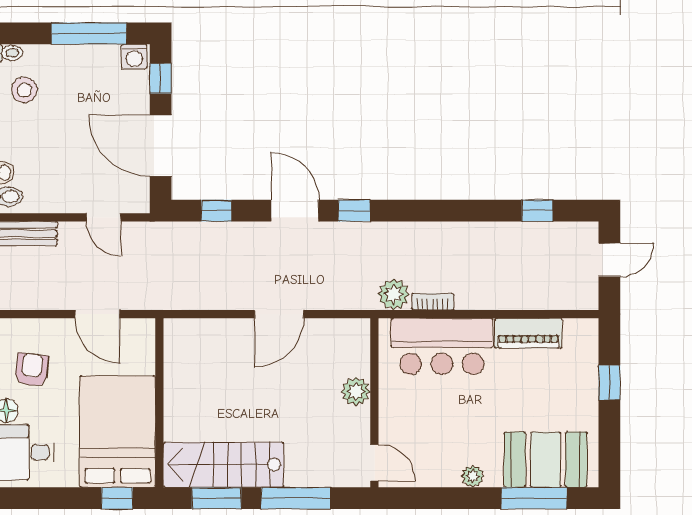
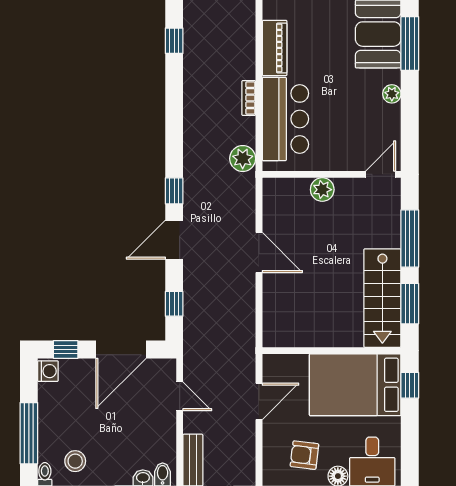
window: (89, 33) -> (29, 433), moved
door: (104, 217) -> (180, 396), hinge flipped
bookcase: (433, 302) -> (249, 98), moved

